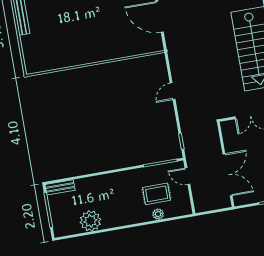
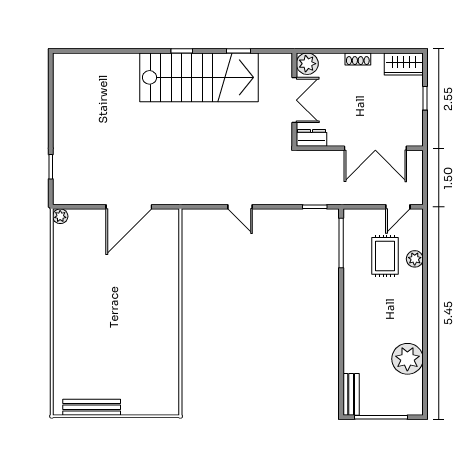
dresser: (227, 131) -> (311, 138), added
double door: (227, 175) -> (375, 148), swing flipped
door: (187, 176) -> (398, 207), moved

